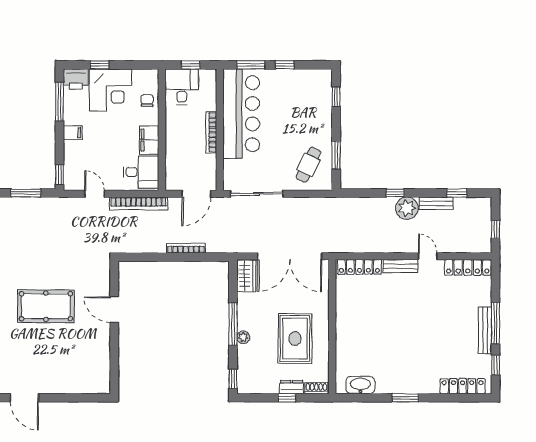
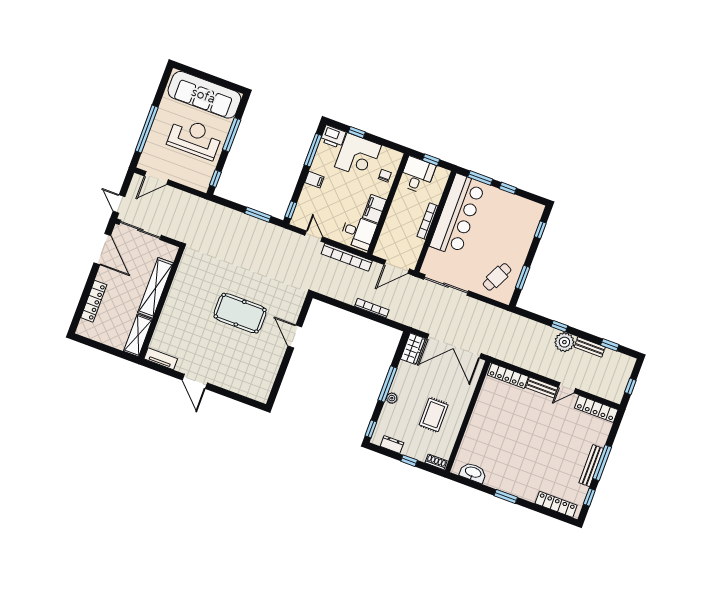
door: (428, 256) -> (567, 388), swing flipped
rug: (295, 339) -> (434, 415), width x0.73, depth x0.70
dresser: (292, 387) -> (392, 444), moved

